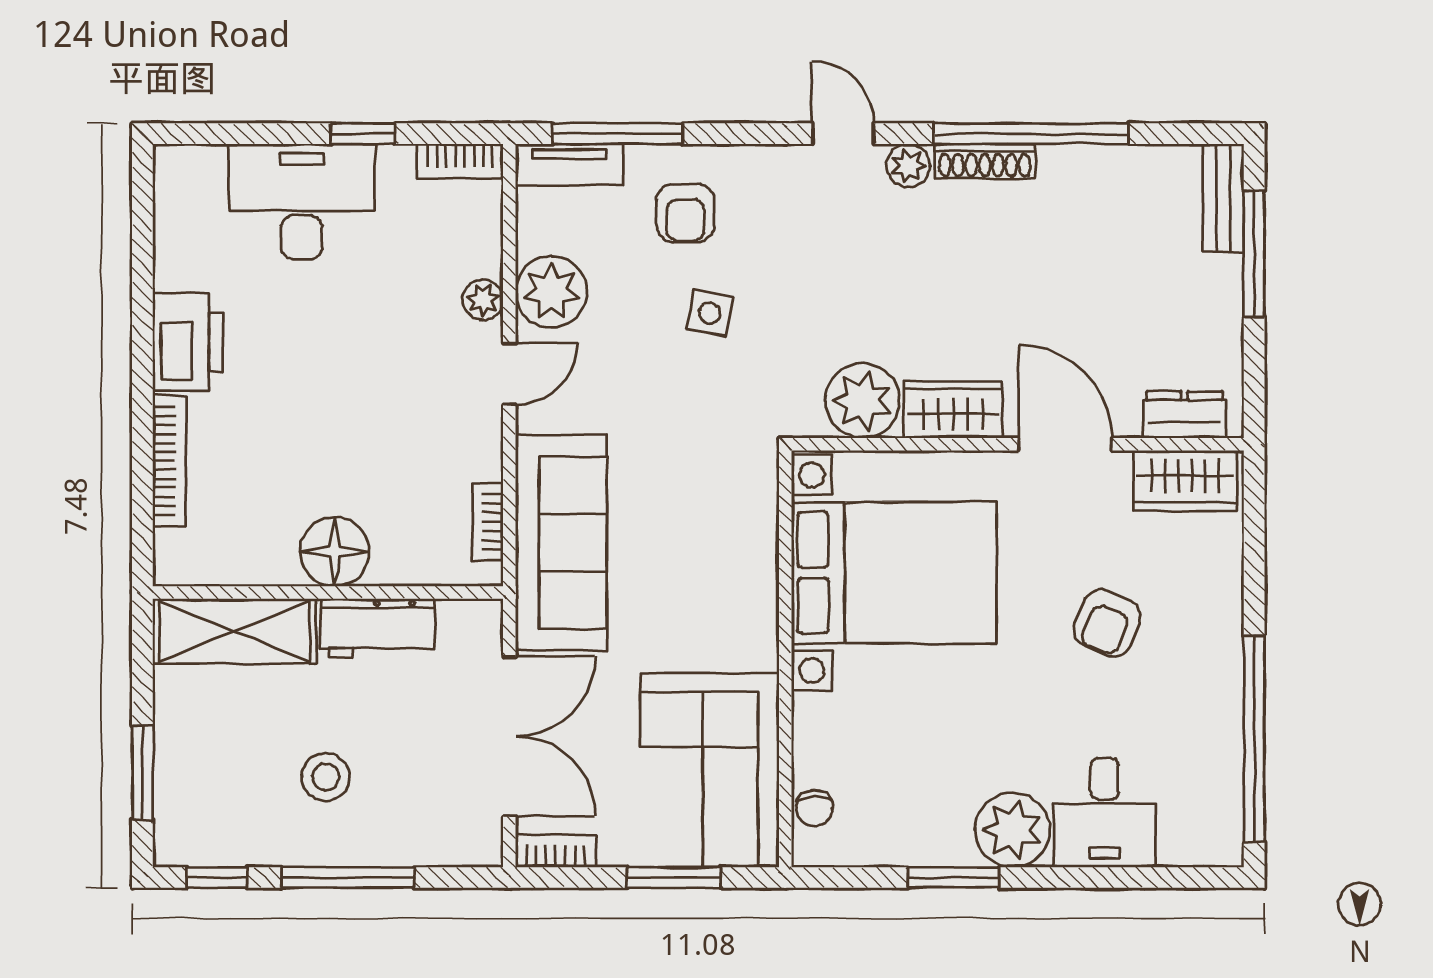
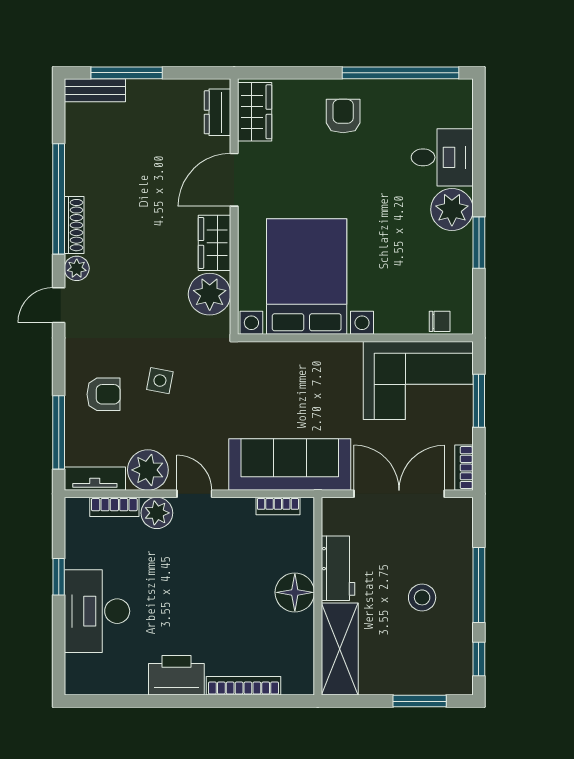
bookcase: (460, 161) -> (114, 507), moved, turned 90
tv unit: (569, 164) -> (95, 479), moved, turned -90
plant: (483, 300) -> (157, 513), width x1.38, depth x1.38
armchair: (1107, 623) -> (343, 116), moved, turned -112

